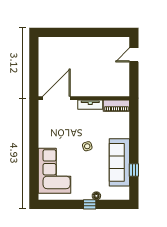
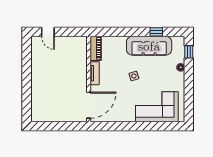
door: (56, 98) -> (89, 105), swing flipped
window: (90, 204) -> (189, 52), moved

